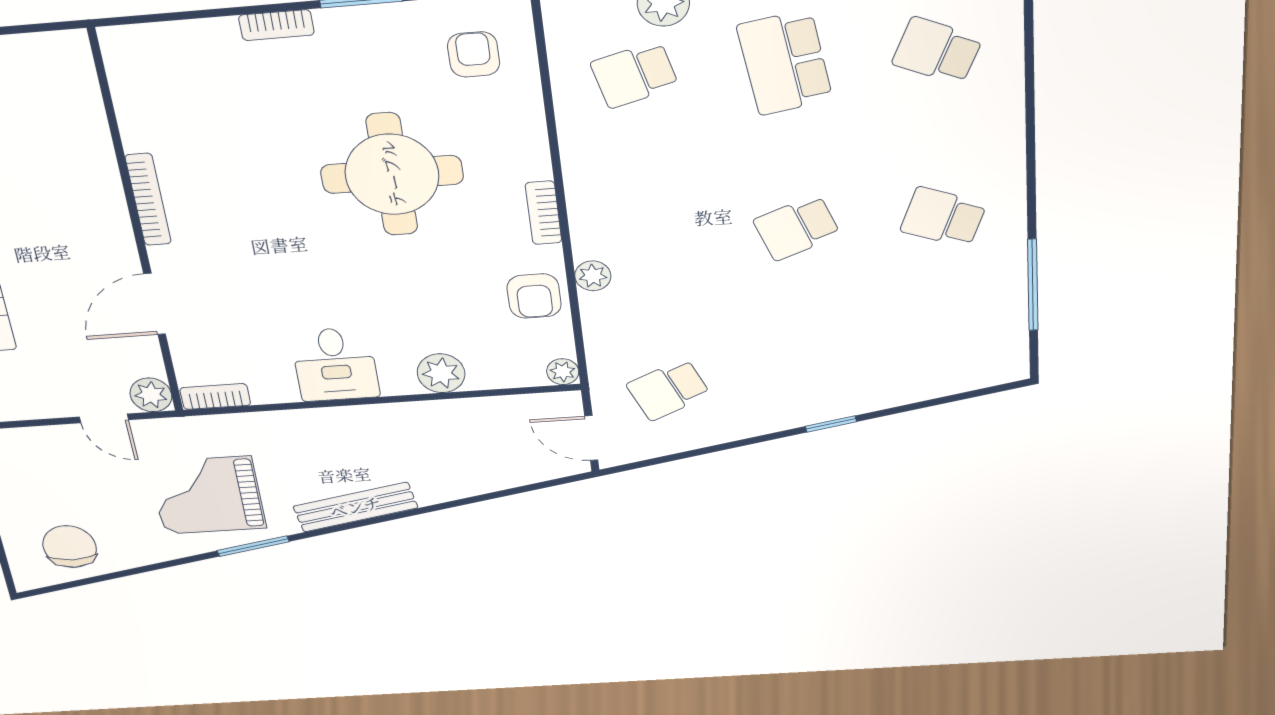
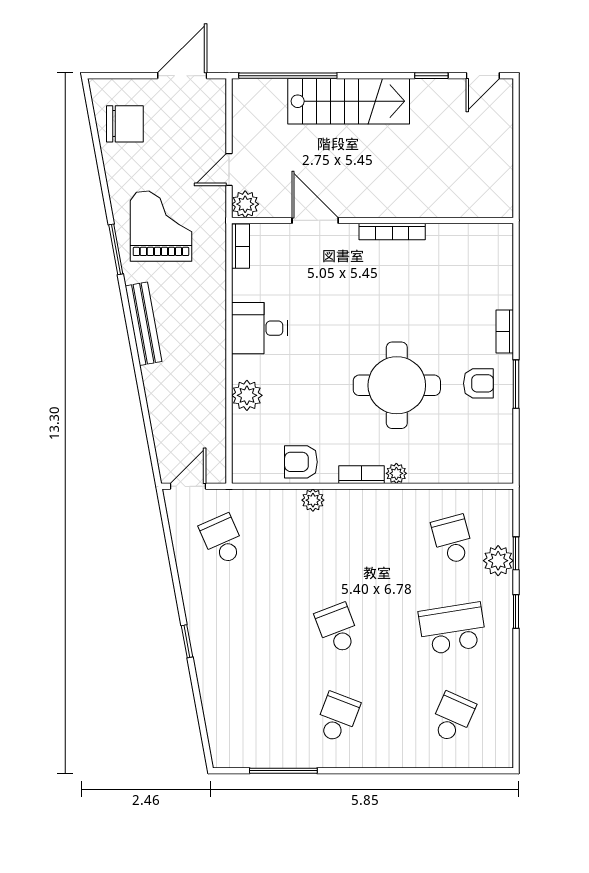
armchair: (474, 54) -> (478, 383), moved
plant: (563, 372) -> (396, 473), moved

